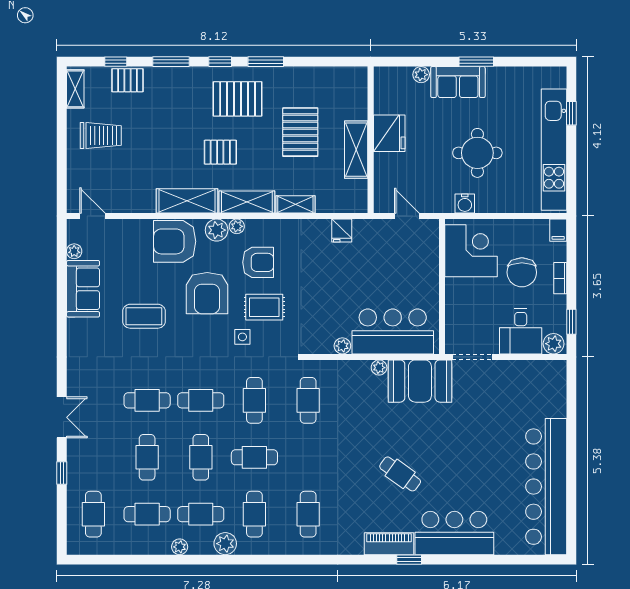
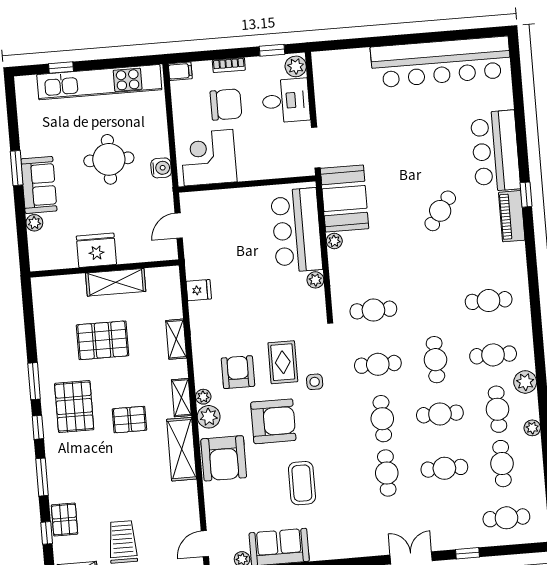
pallet: (220, 152) -> (129, 420), turned 90
shelving: (247, 202) -> (181, 398), width x0.67, depth x0.75

